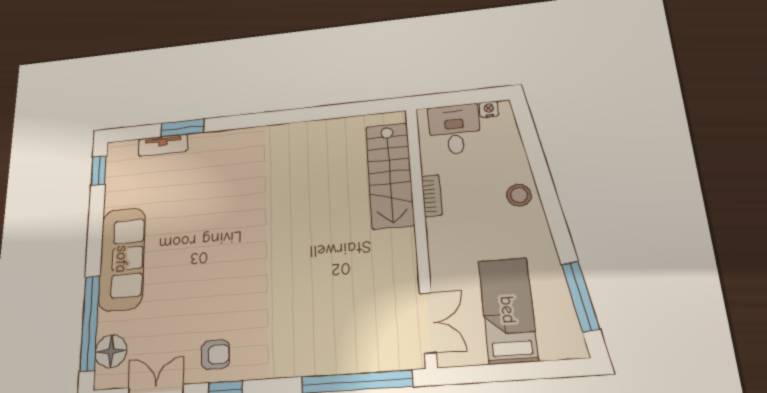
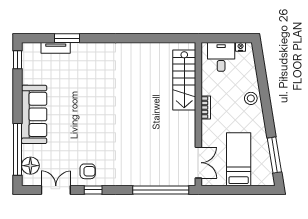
bookcase: (432, 196) -> (206, 108), moved

